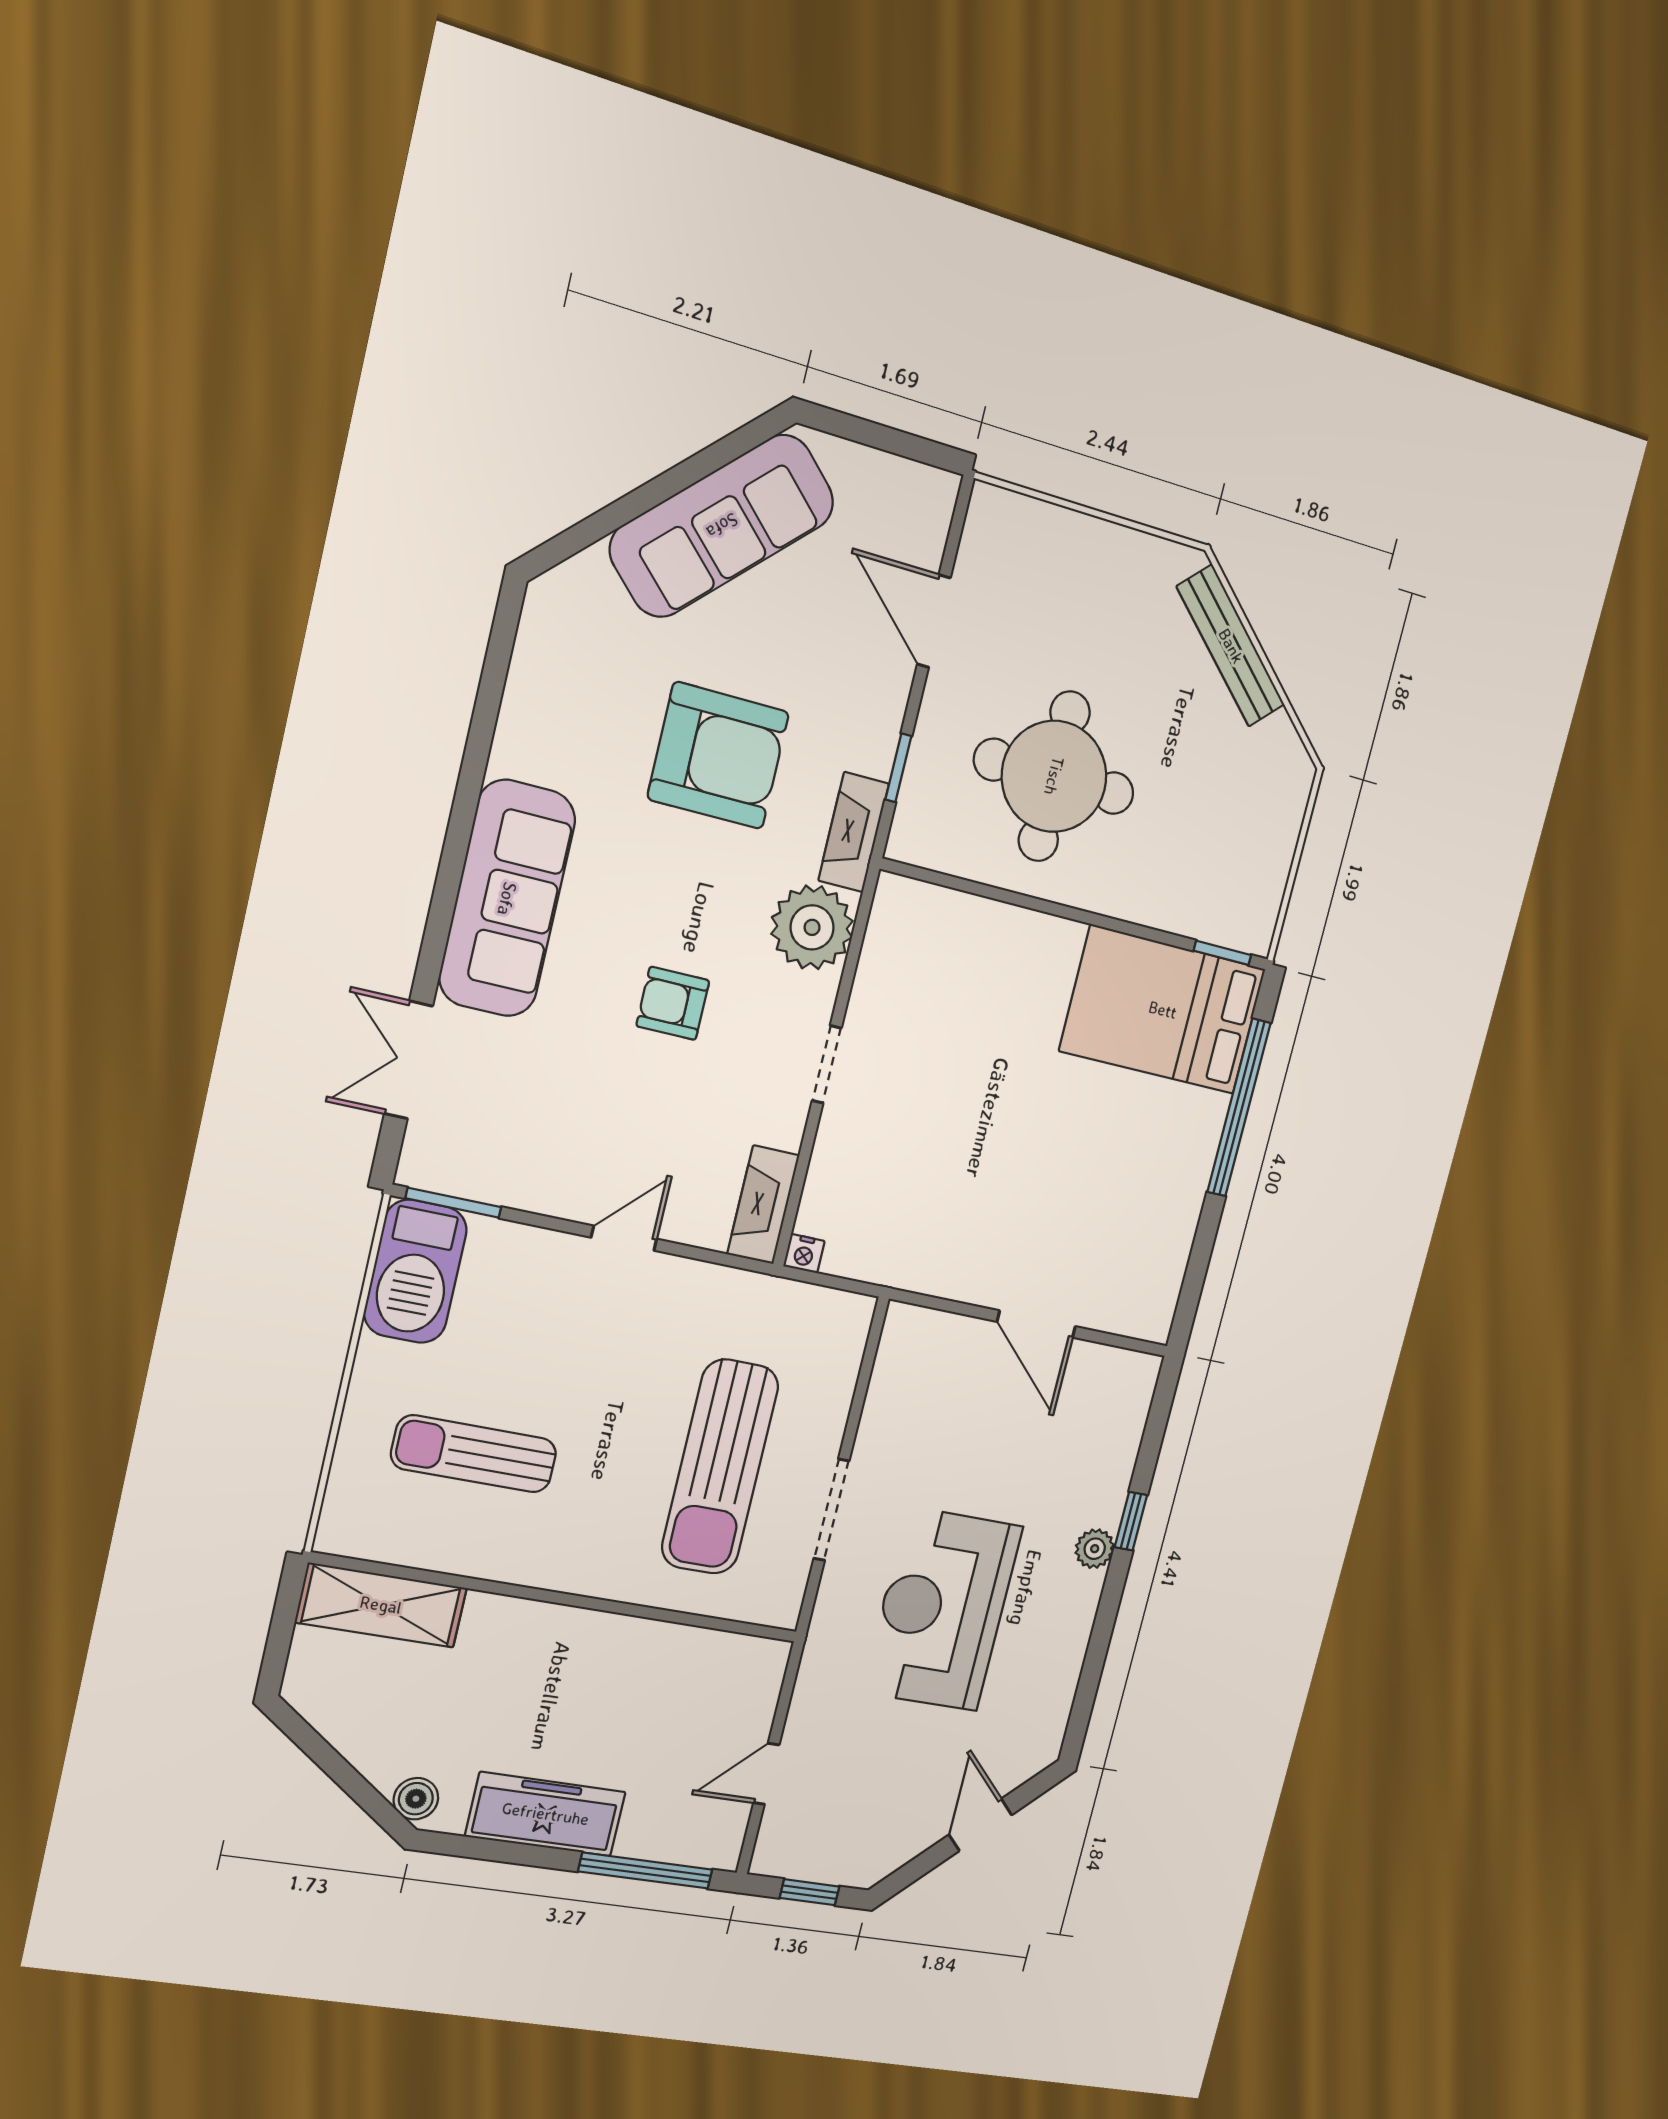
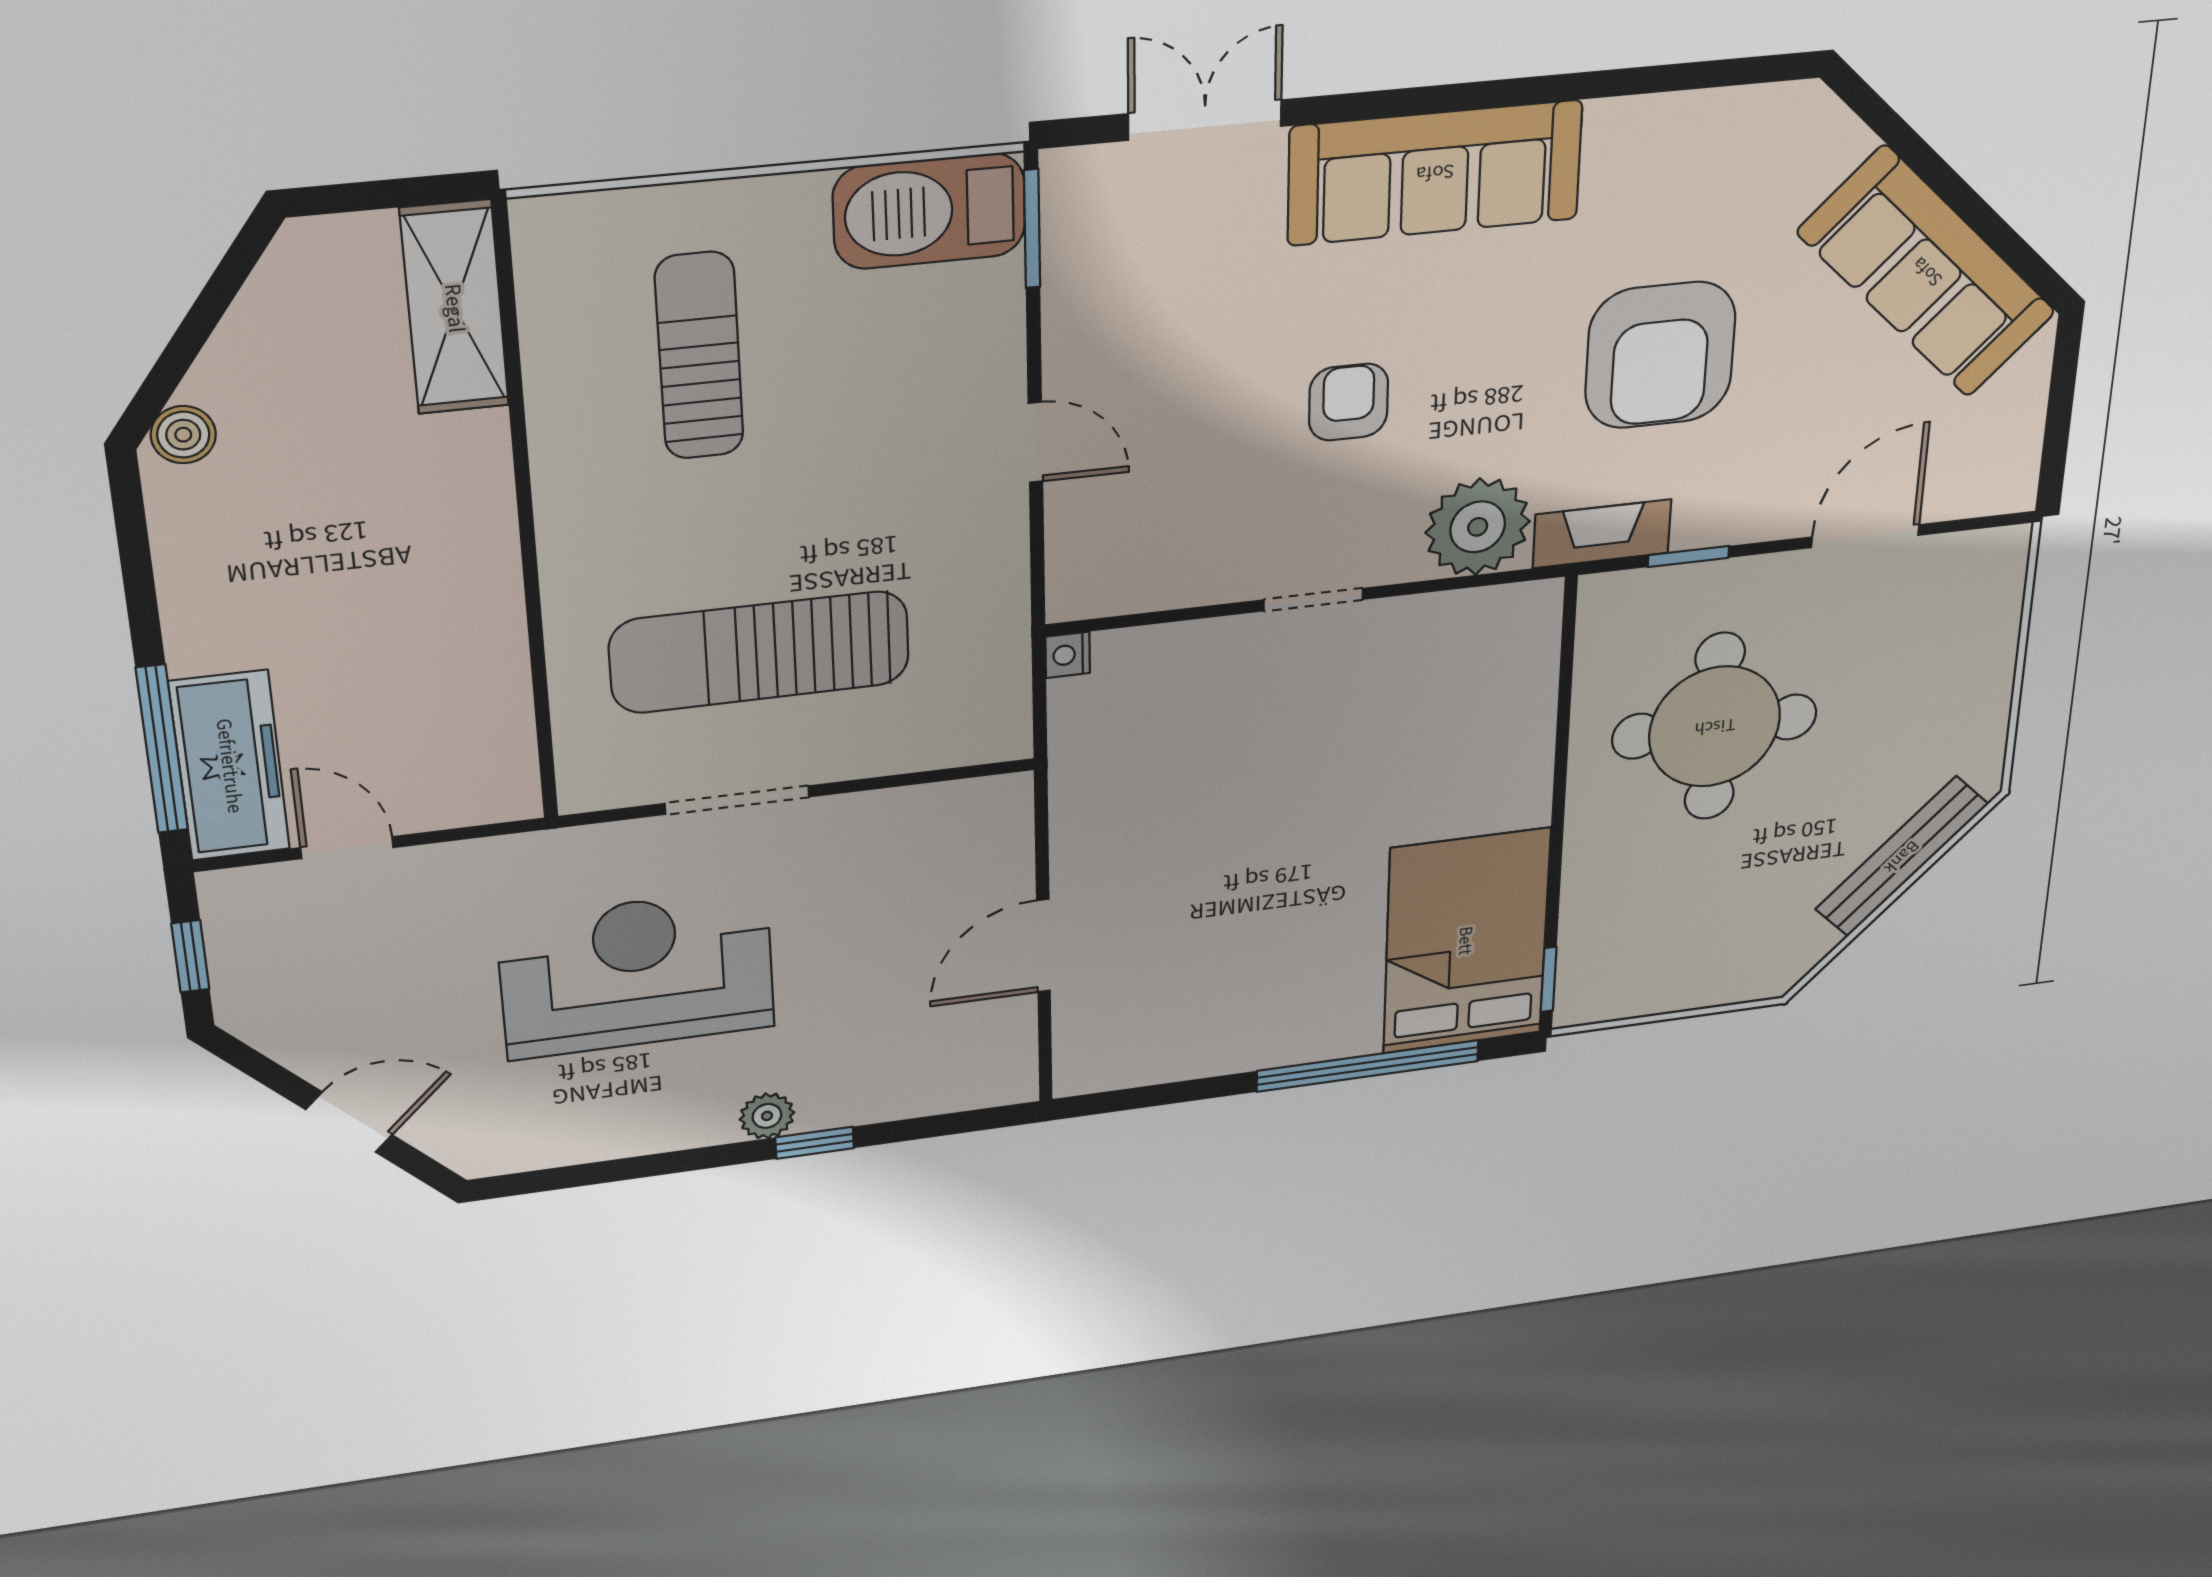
fireplace: (763, 1205) -> (1119, 588), removed
freezer: (546, 1814) -> (230, 766), moved

